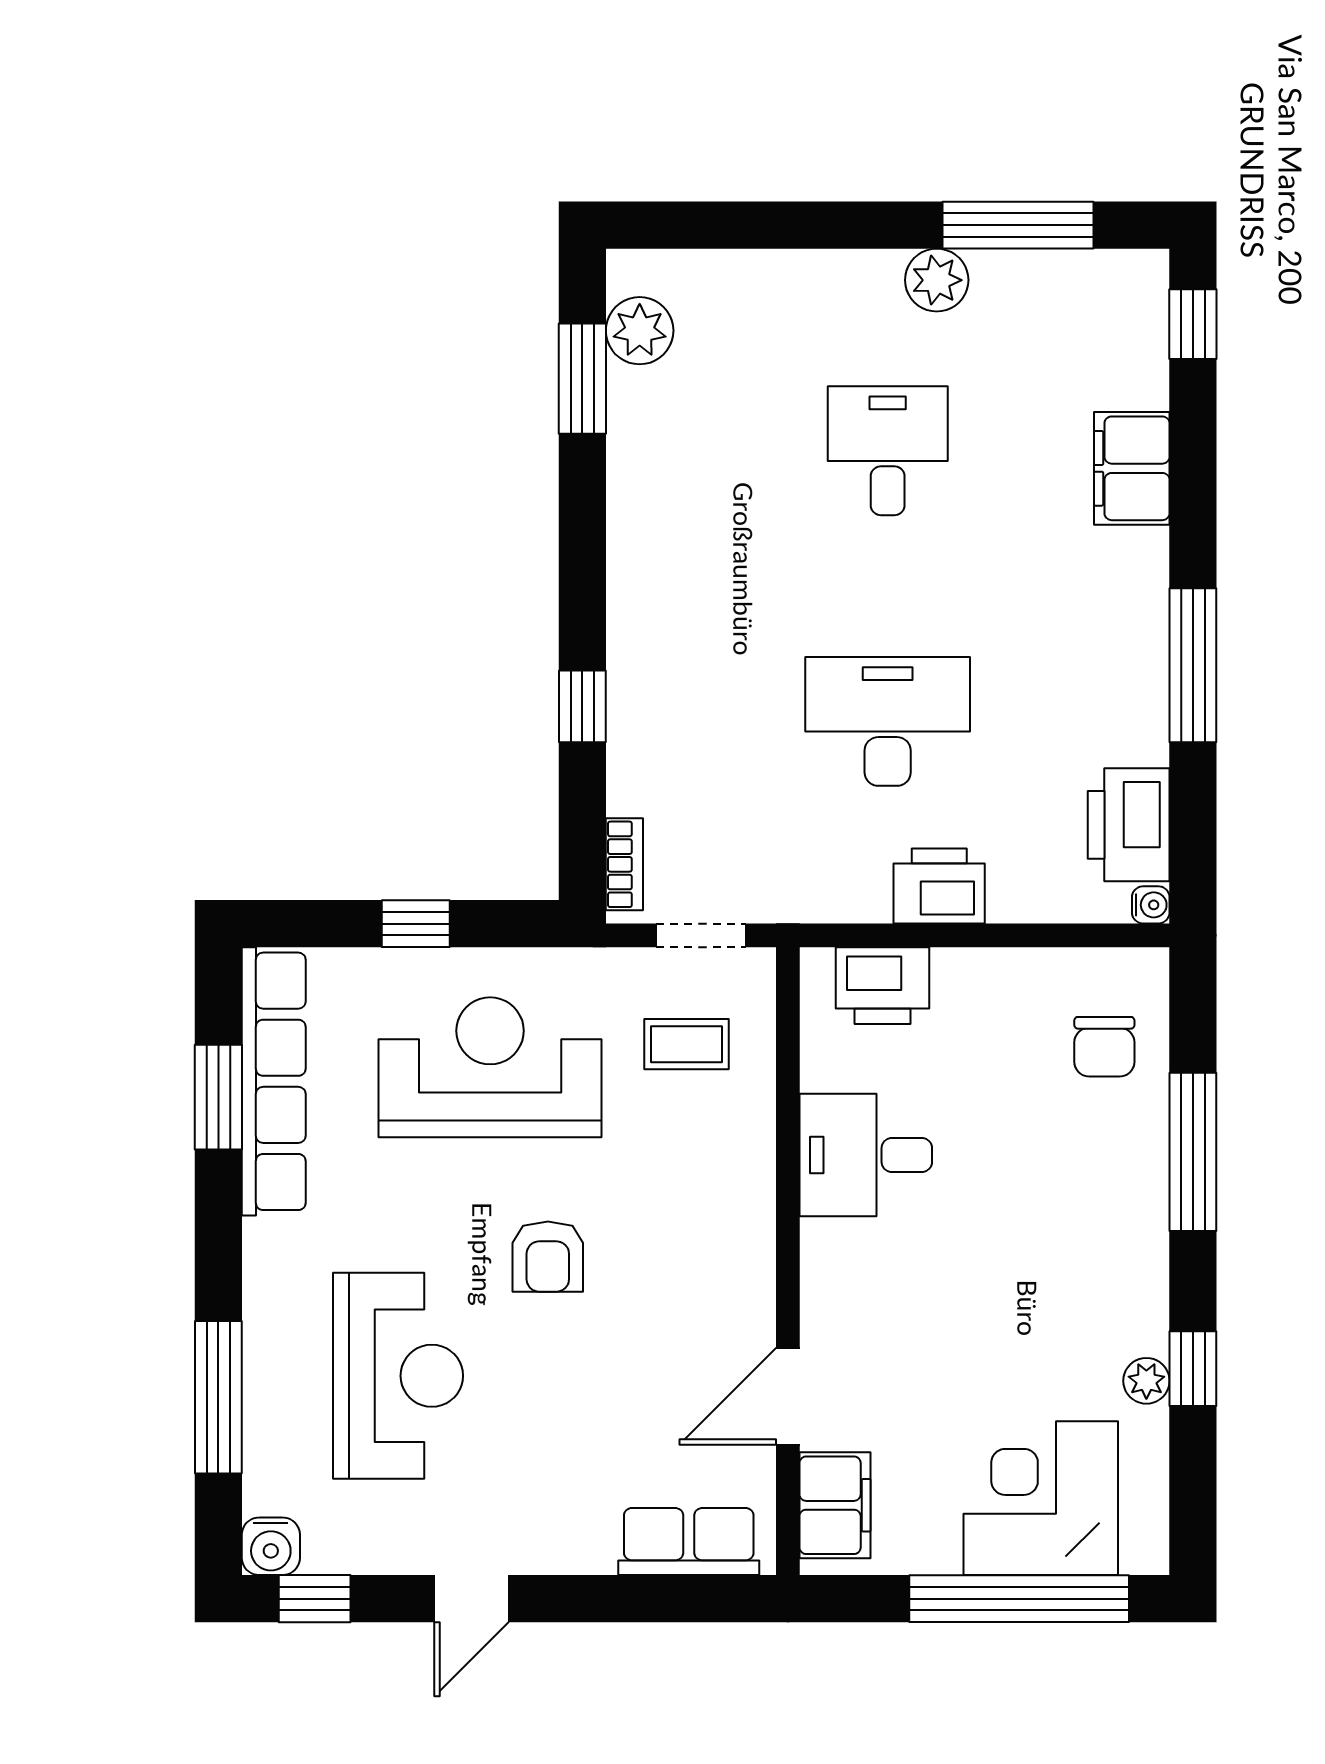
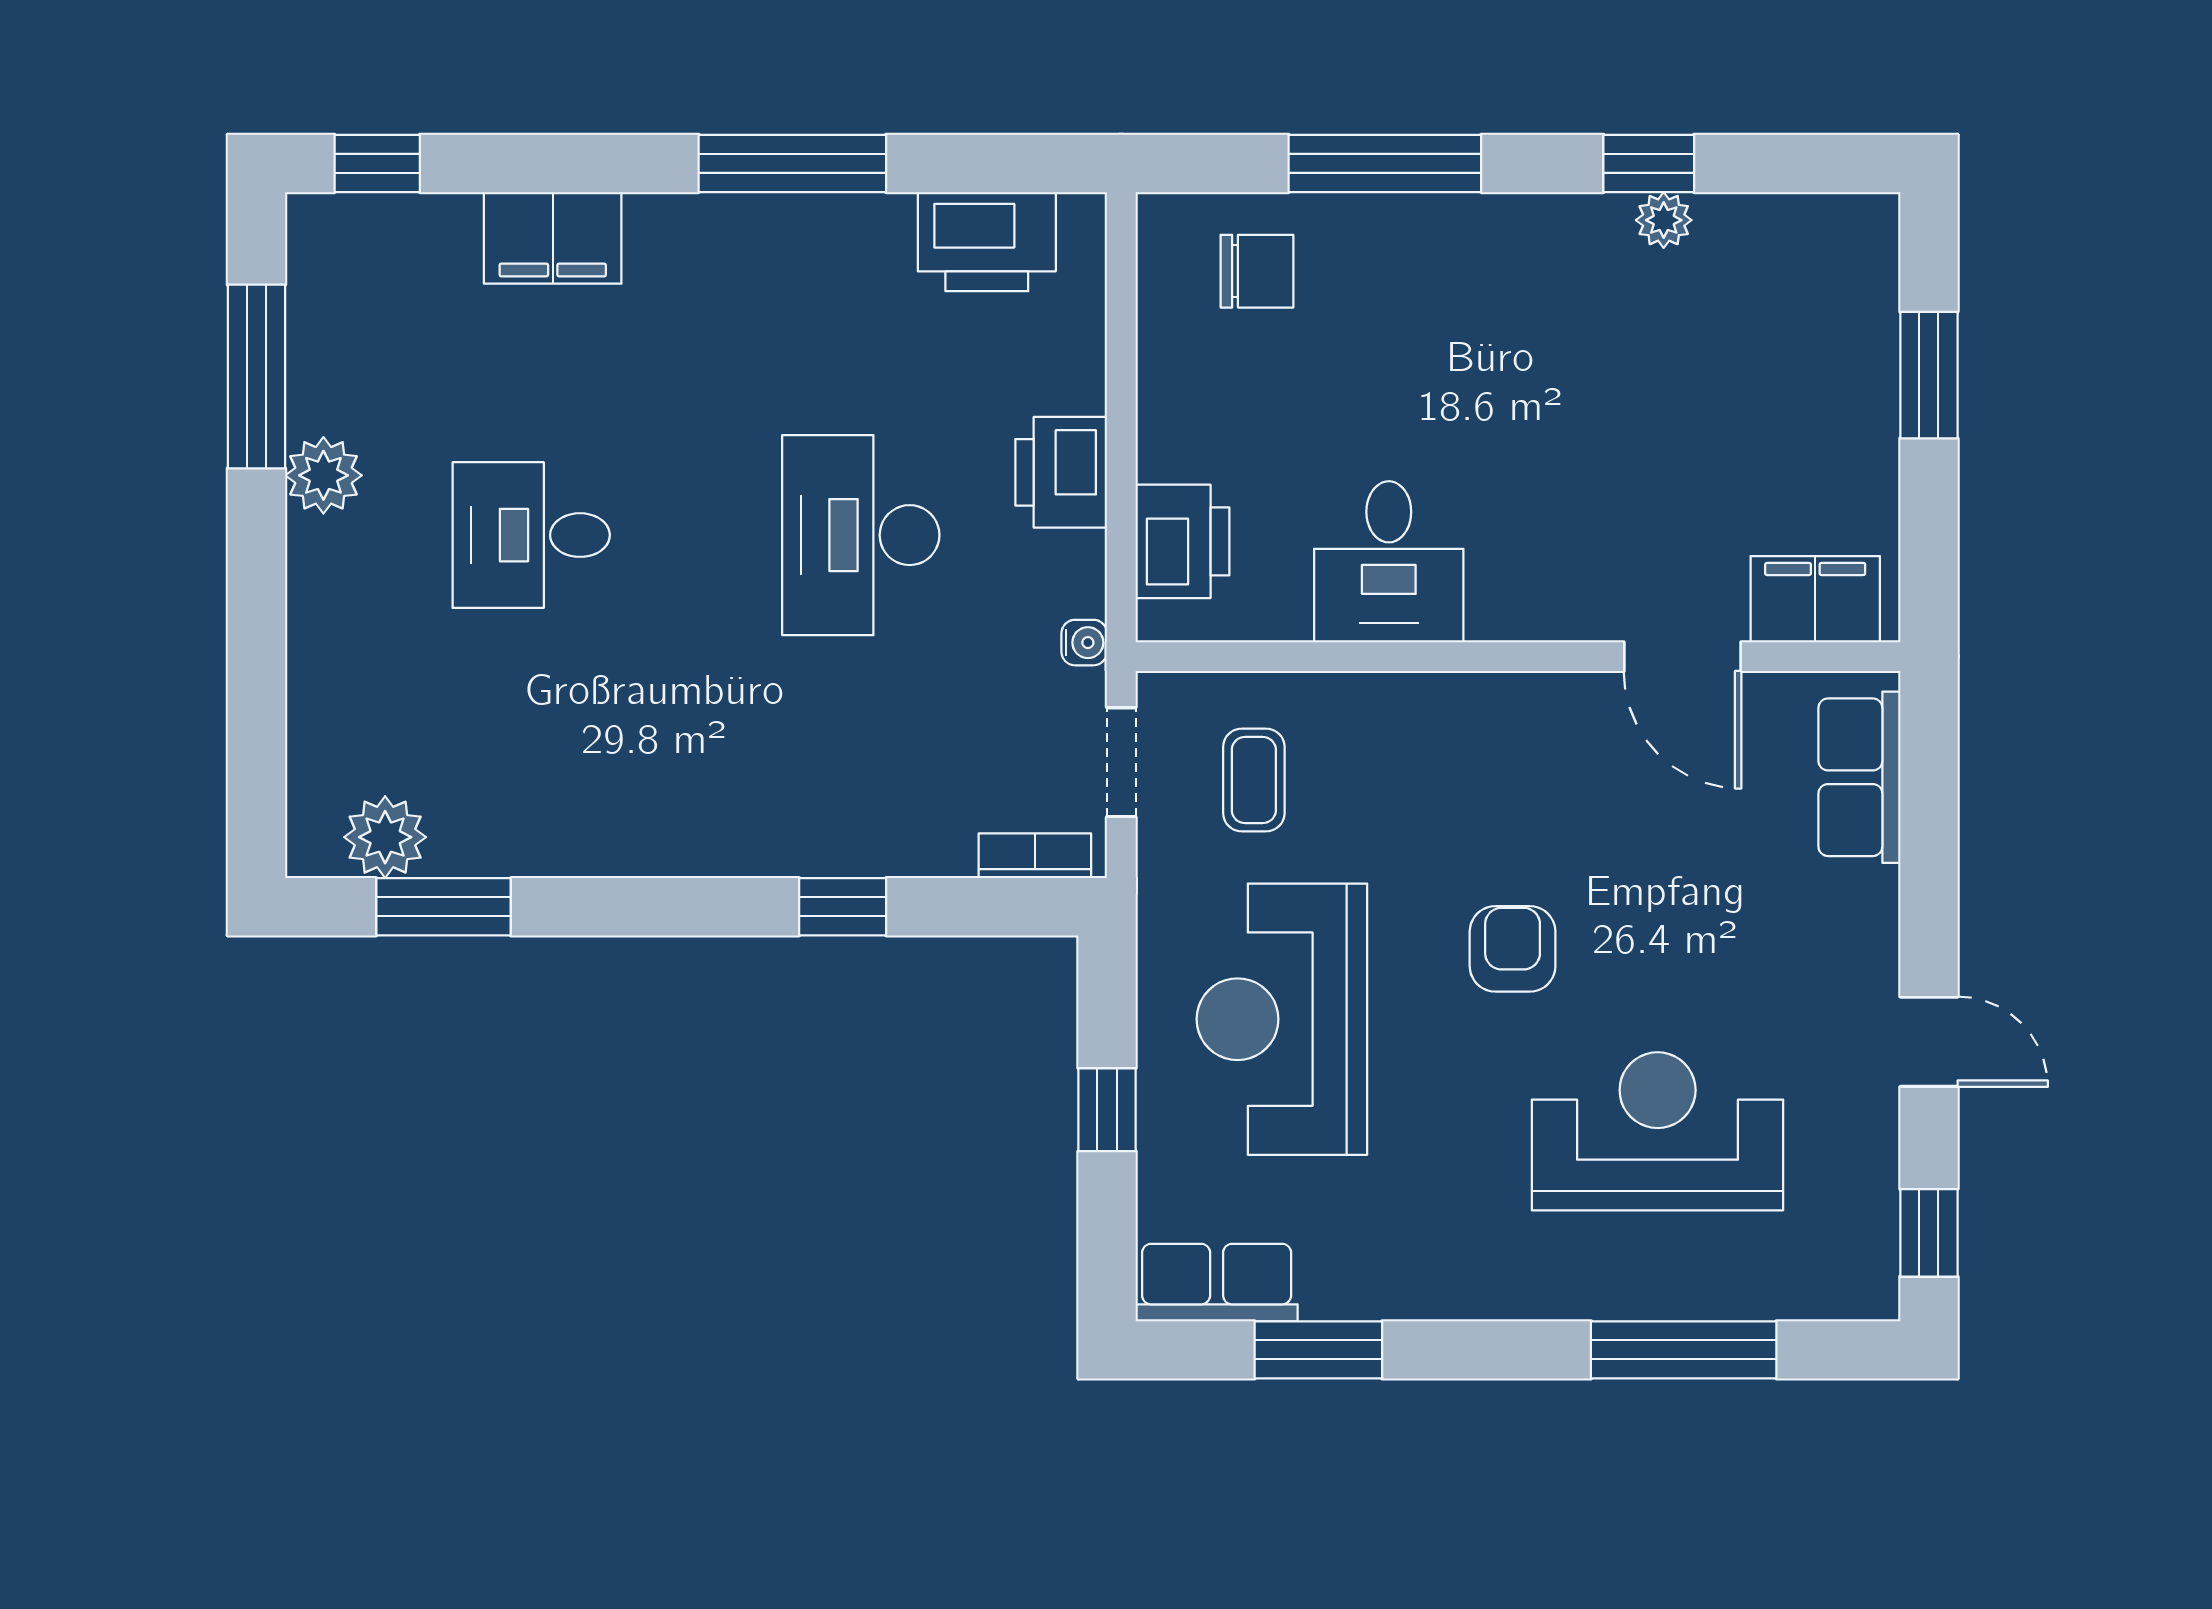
water cooler: (1151, 905) -> (1084, 643), moved, turned 90
row of seats: (274, 1081) -> (1217, 1283), width x0.50
armchair: (548, 1257) -> (1513, 949), turned -90
corner desk: (1041, 1498) -> (1807, 349), removed
water cooler: (271, 1546) -> (1865, 1286), removed
window: (1019, 1599) -> (1929, 375), width x0.47

